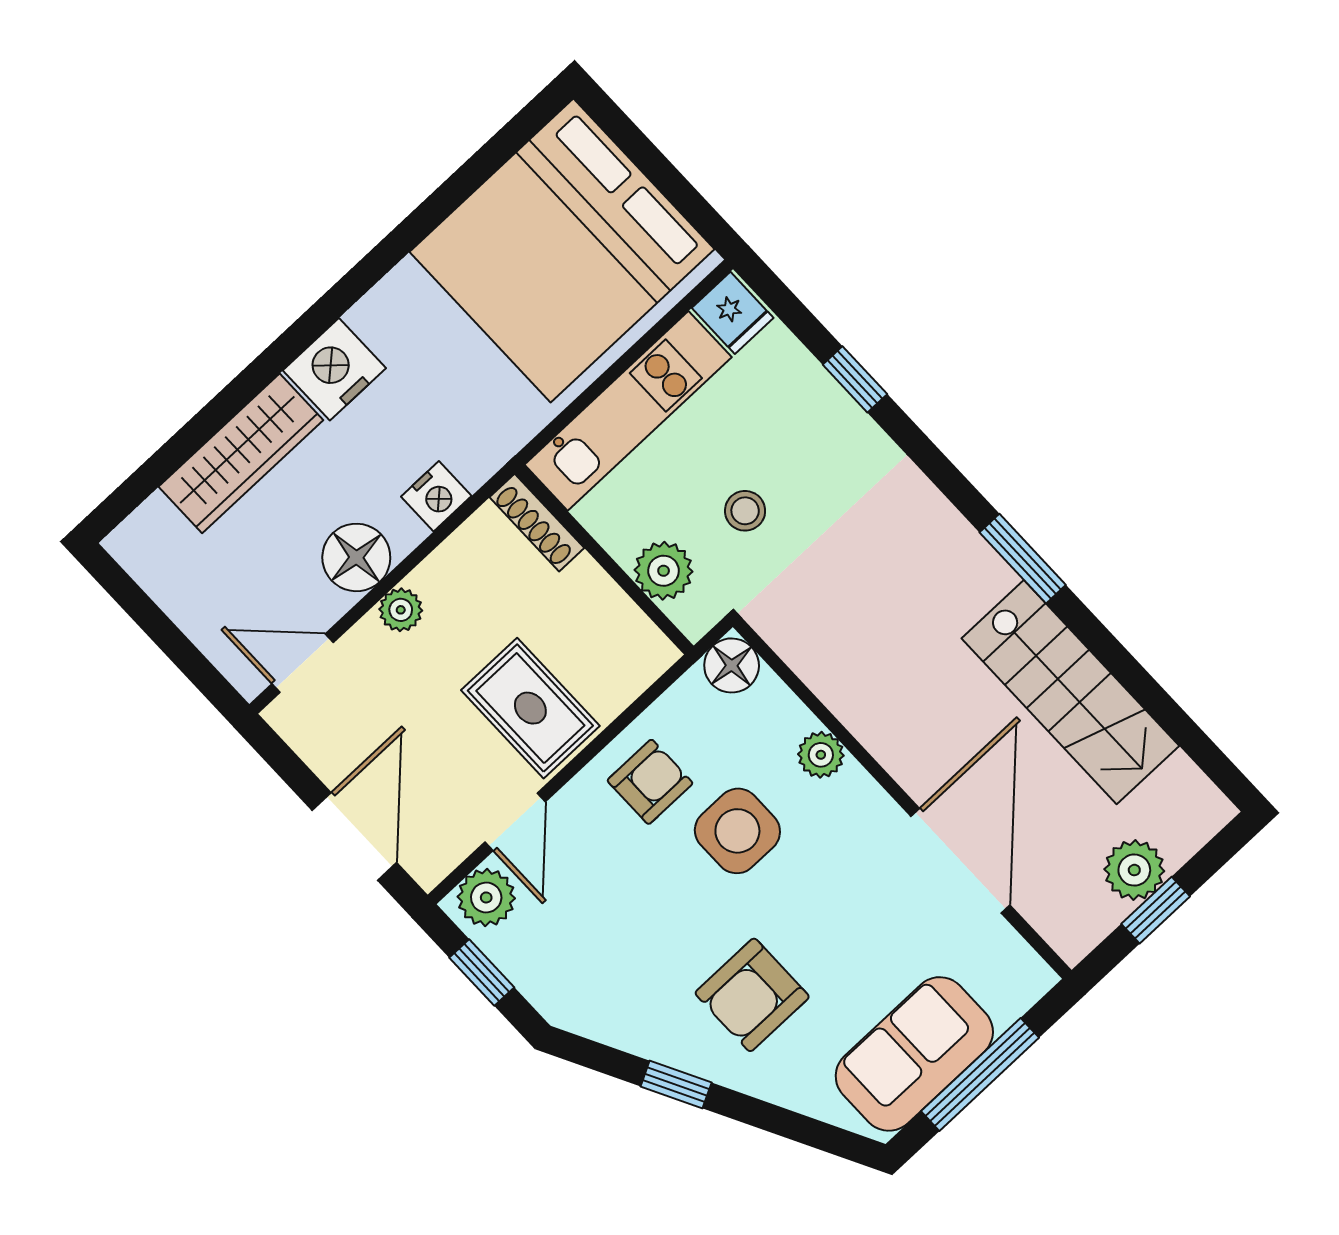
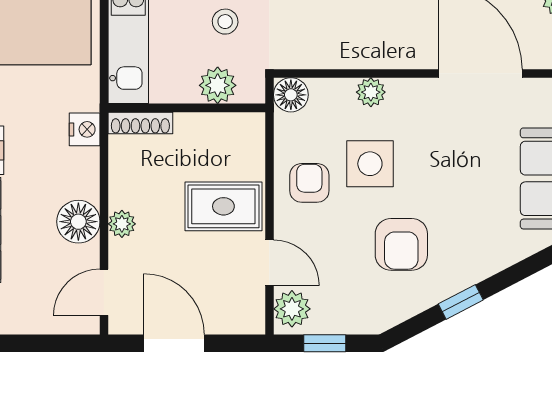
nightstand: (436, 496) -> (85, 129), moved
door: (354, 836) -> (174, 343), moved
armchair: (752, 995) -> (401, 244), moved

